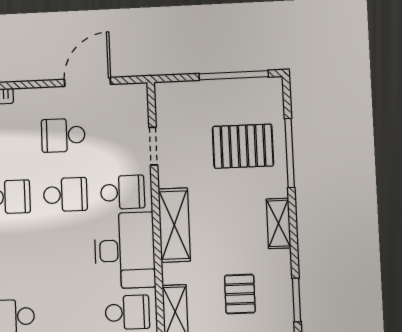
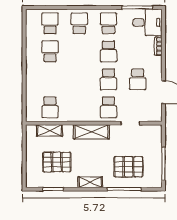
school desk: (63, 135) -> (138, 79), turned 180
pallet: (243, 146) -> (129, 167), turned 90
desk: (125, 250) -> (80, 107), removed
pallet: (240, 294) -> (57, 162), width x1.50, depth x1.42

